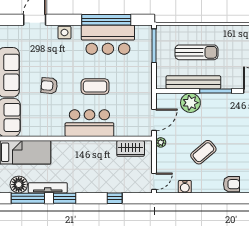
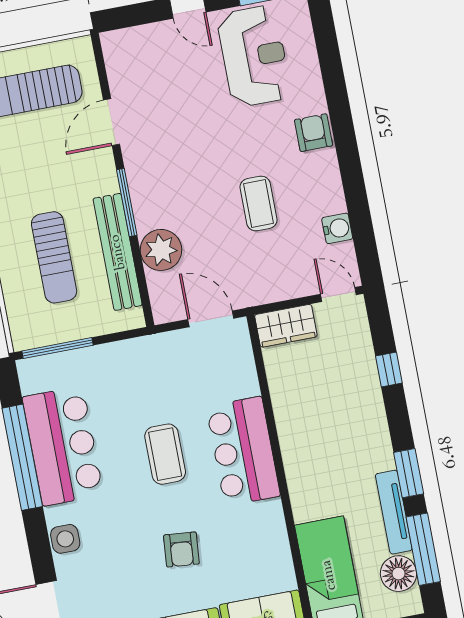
sun lounger: (196, 52) -> (54, 257), turned 180
plant: (161, 142) -> (255, 296), removed
wardrobe: (131, 148) -> (286, 326), moved, turned 90
coffee table: (203, 152) -> (259, 204), turned 40

